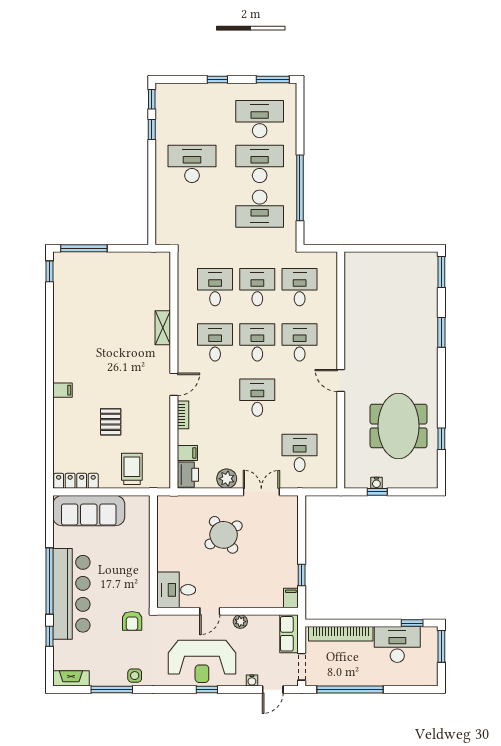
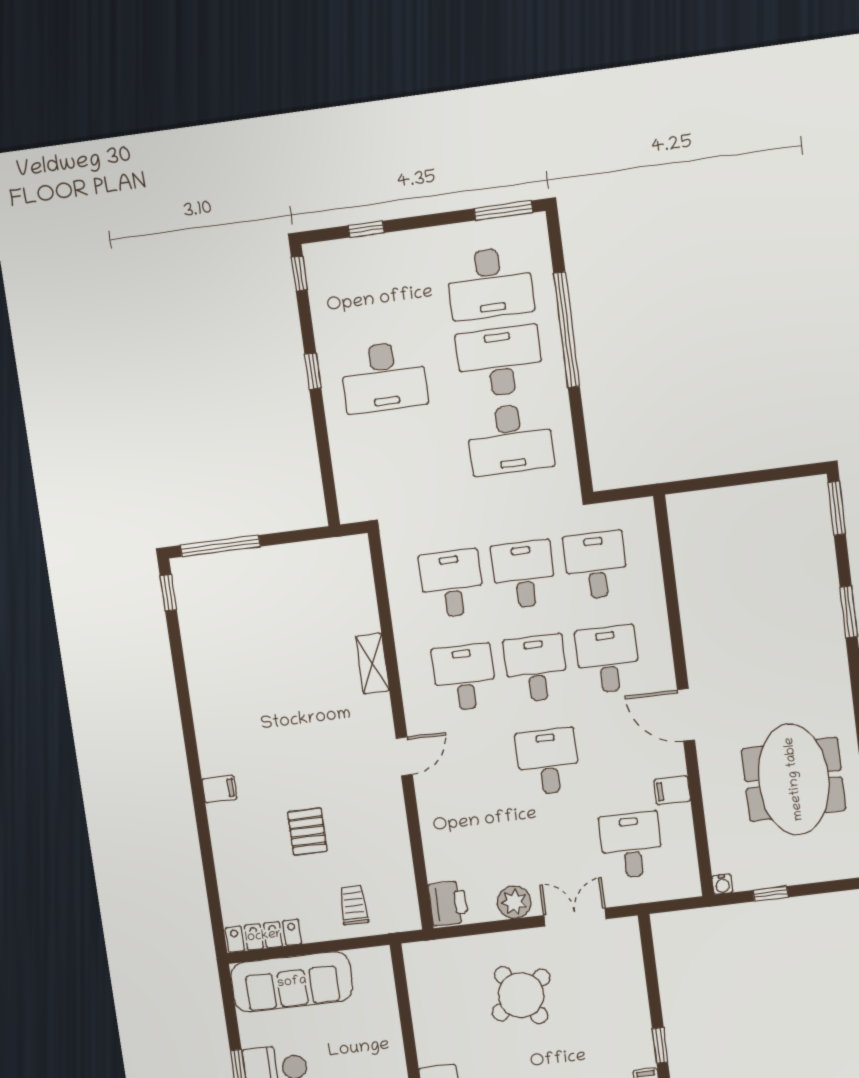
window: (217, 80) -> (366, 229), moved
desk: (260, 119) -> (490, 283), turned 180
window: (152, 130) -> (313, 371), moved
desk: (192, 164) -> (384, 377), turned 180
window: (300, 188) -> (567, 330), moved
door: (341, 380) -> (686, 715), width x1.38
bookcase: (183, 415) -> (426, 805), removed
filing cabinet: (187, 453) -> (672, 790), moved, turned 180
trolley: (132, 469) -> (354, 905), width x0.73, depth x0.72
water cooler: (376, 483) -> (722, 884), moved

